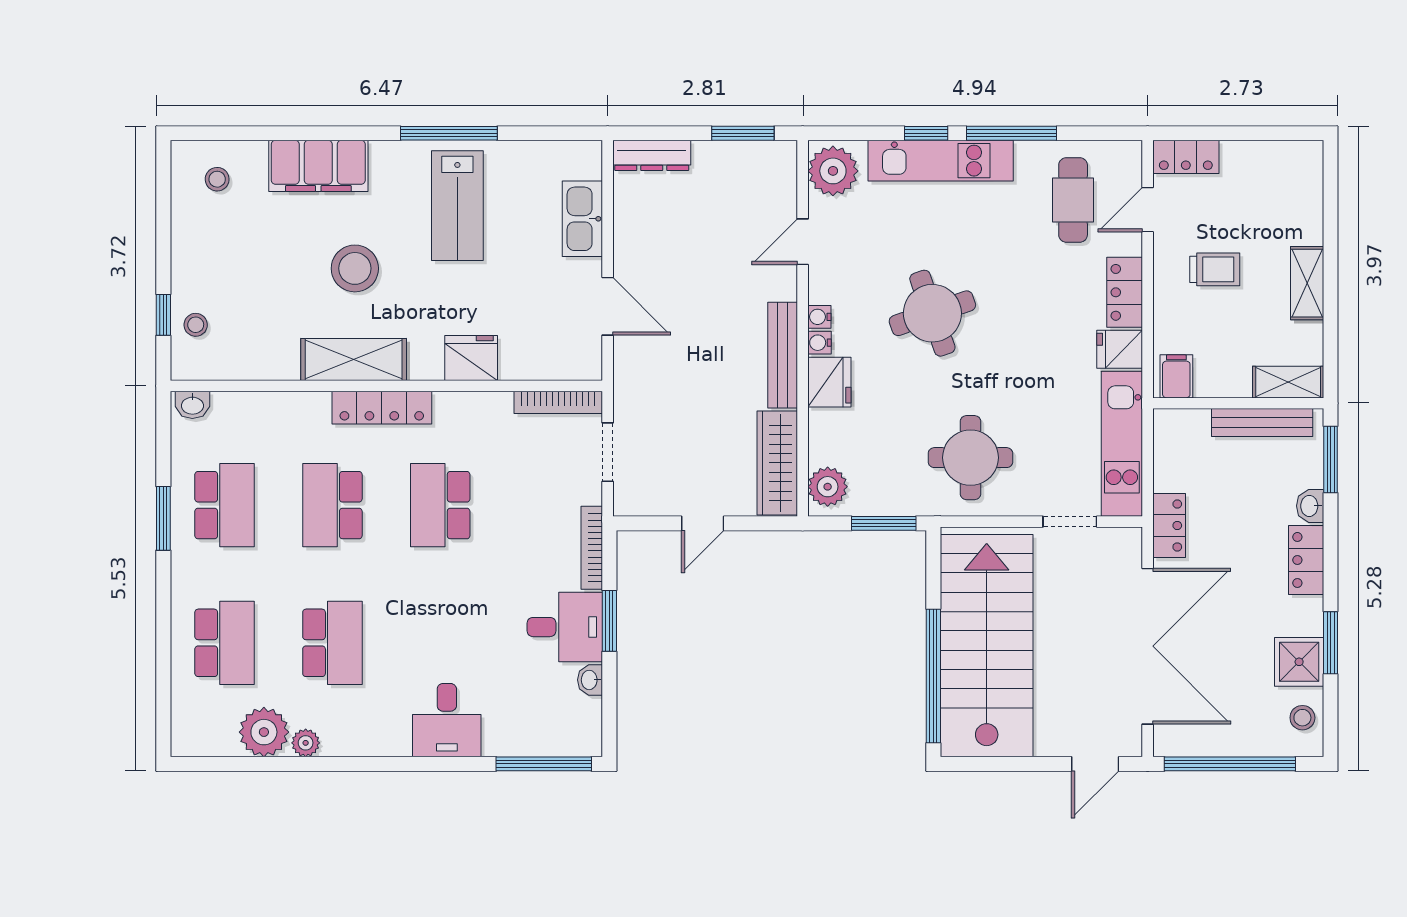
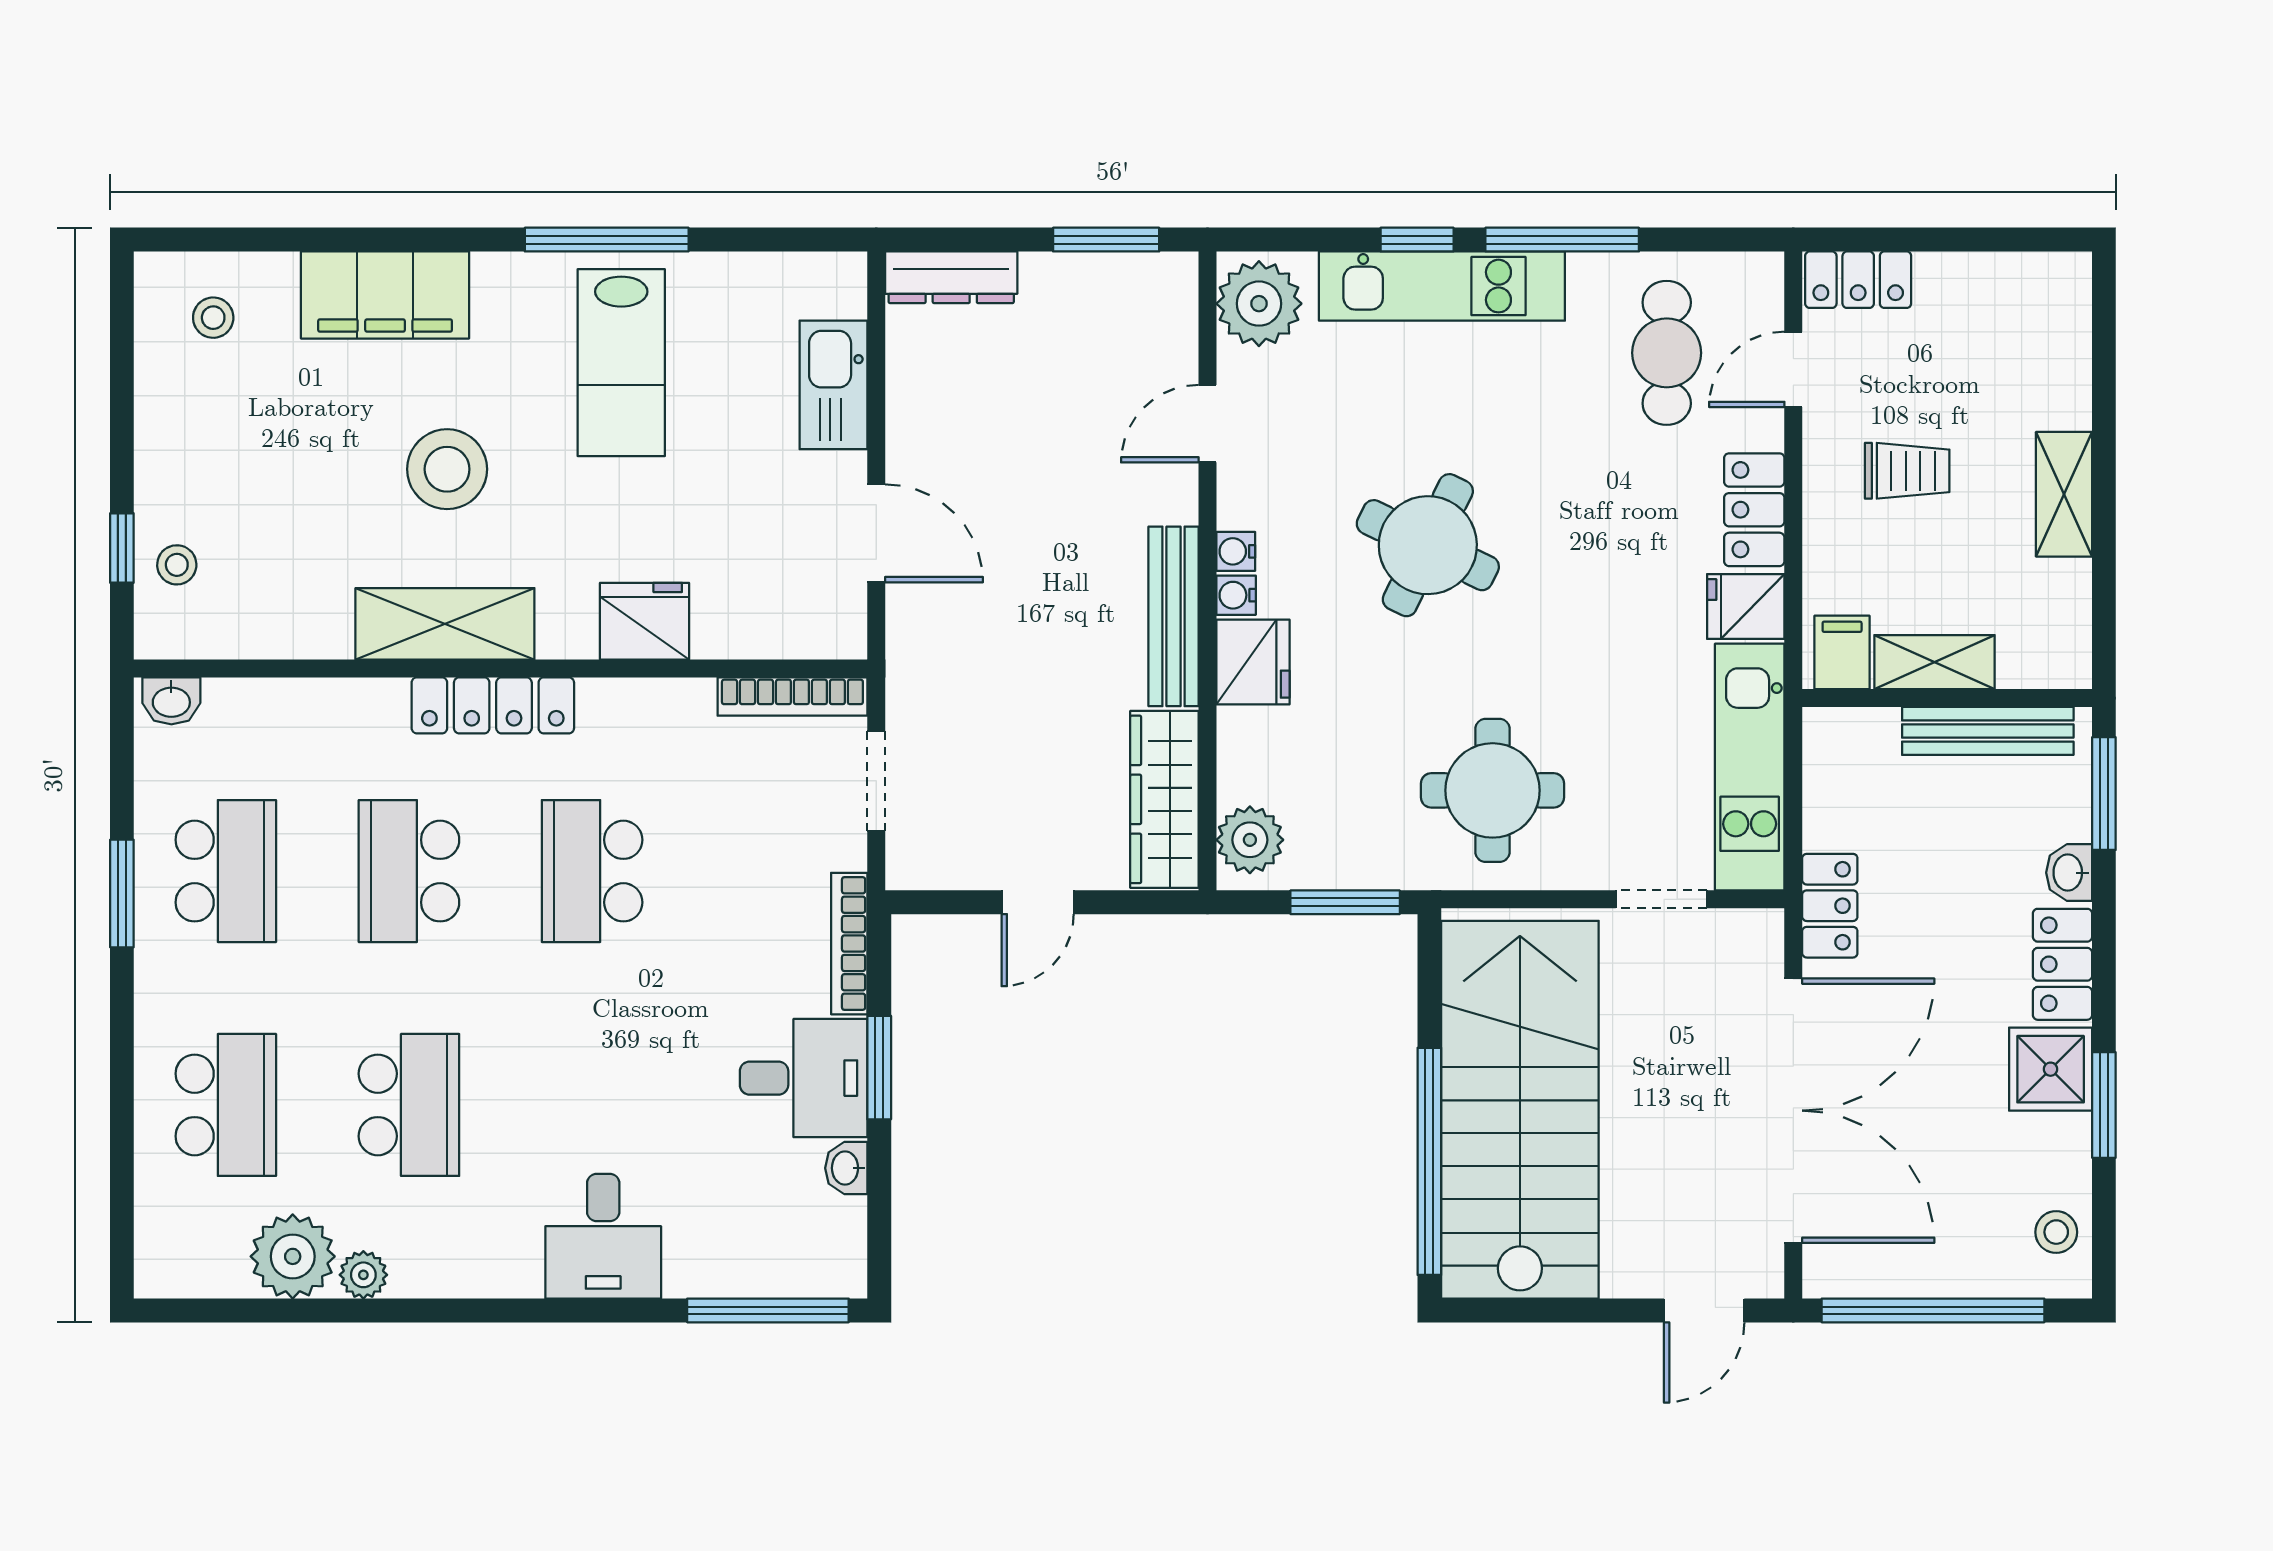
round table: (932, 313) -> (1428, 545), turned 45
shelving: (1288, 382) -> (1935, 662), moved
shower: (1299, 662) -> (2051, 1069), moved

